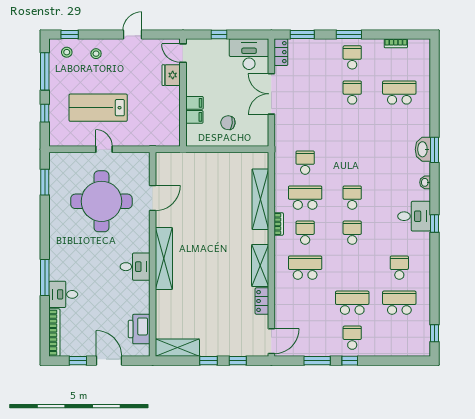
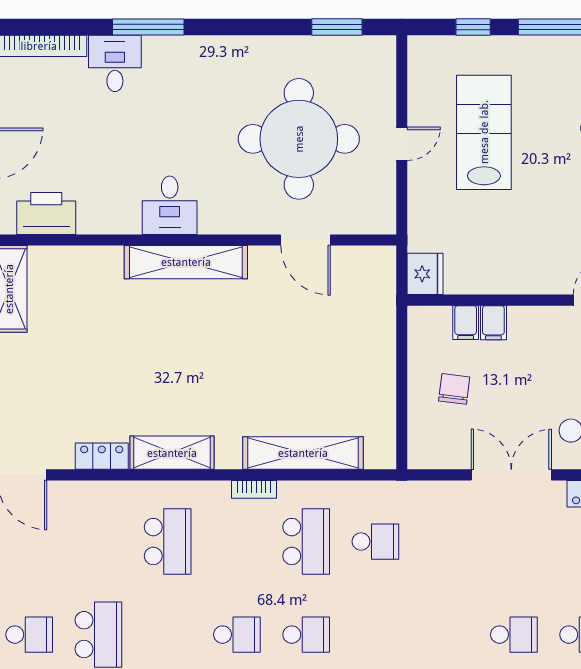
fridge: (171, 75) -> (425, 274), moved, turned 90
school desk: (305, 233) -> (237, 542), removed

